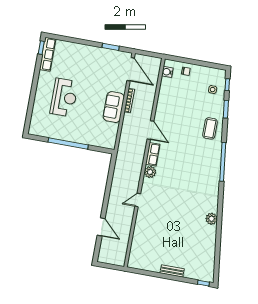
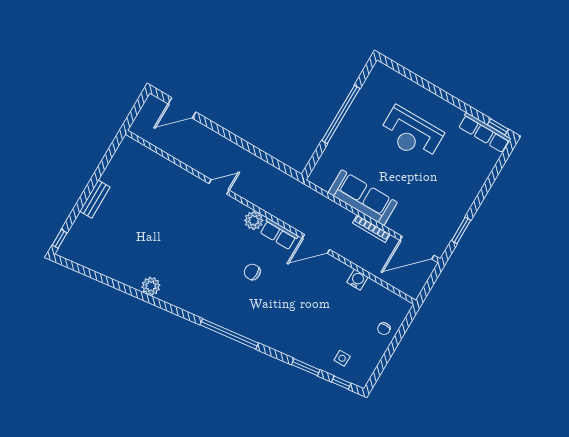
water cooler: (167, 72) -> (357, 280), moved
sofa: (114, 107) -> (363, 198), width x1.36
coffee table: (210, 128) -> (286, 333), removed
chair: (181, 162) -> (252, 272), added
door: (138, 200) -> (219, 187), hinge flipped
door: (101, 227) -> (182, 108), moved

